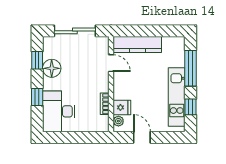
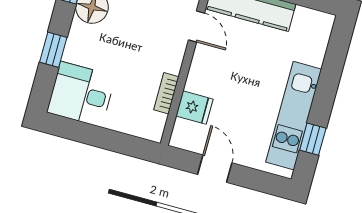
window: (190, 68) -> (331, 73), removed
desk: (59, 111) -> (81, 94), width x0.73
plant: (118, 121) -> (182, 130), removed

